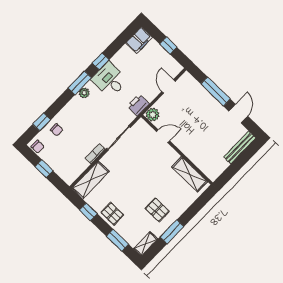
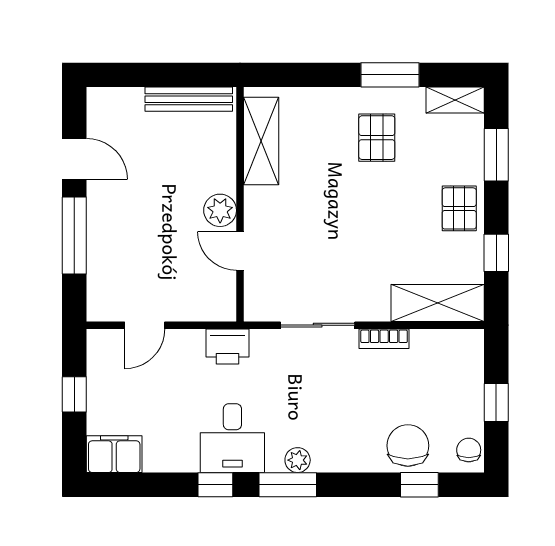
door: (238, 114) -> (74, 159), swing flipped
plant: (153, 115) -> (220, 210), moved
chair: (57, 130) -> (408, 446), width x1.87, depth x1.87
bench: (240, 147) -> (189, 99), moved

